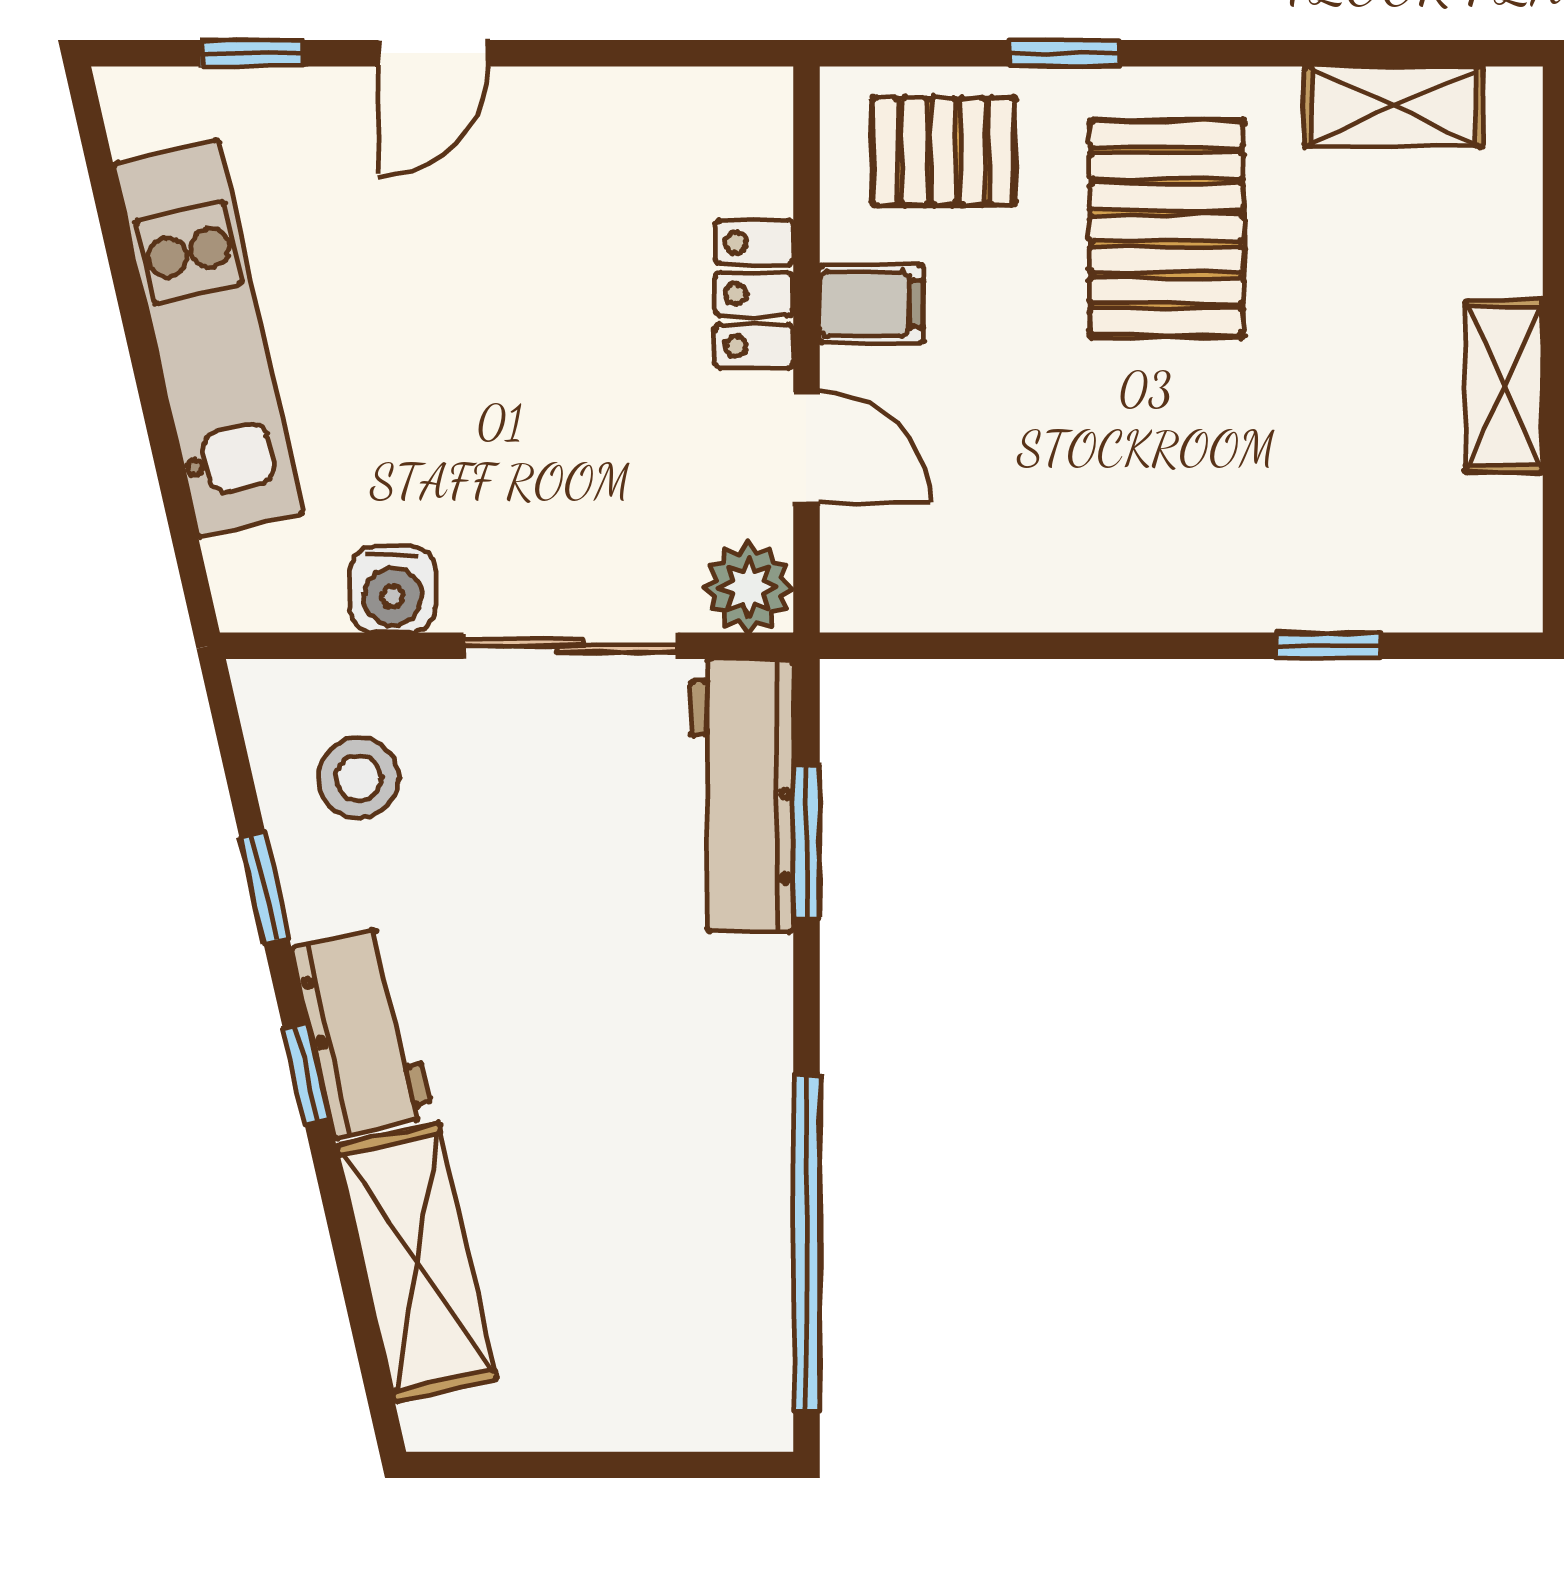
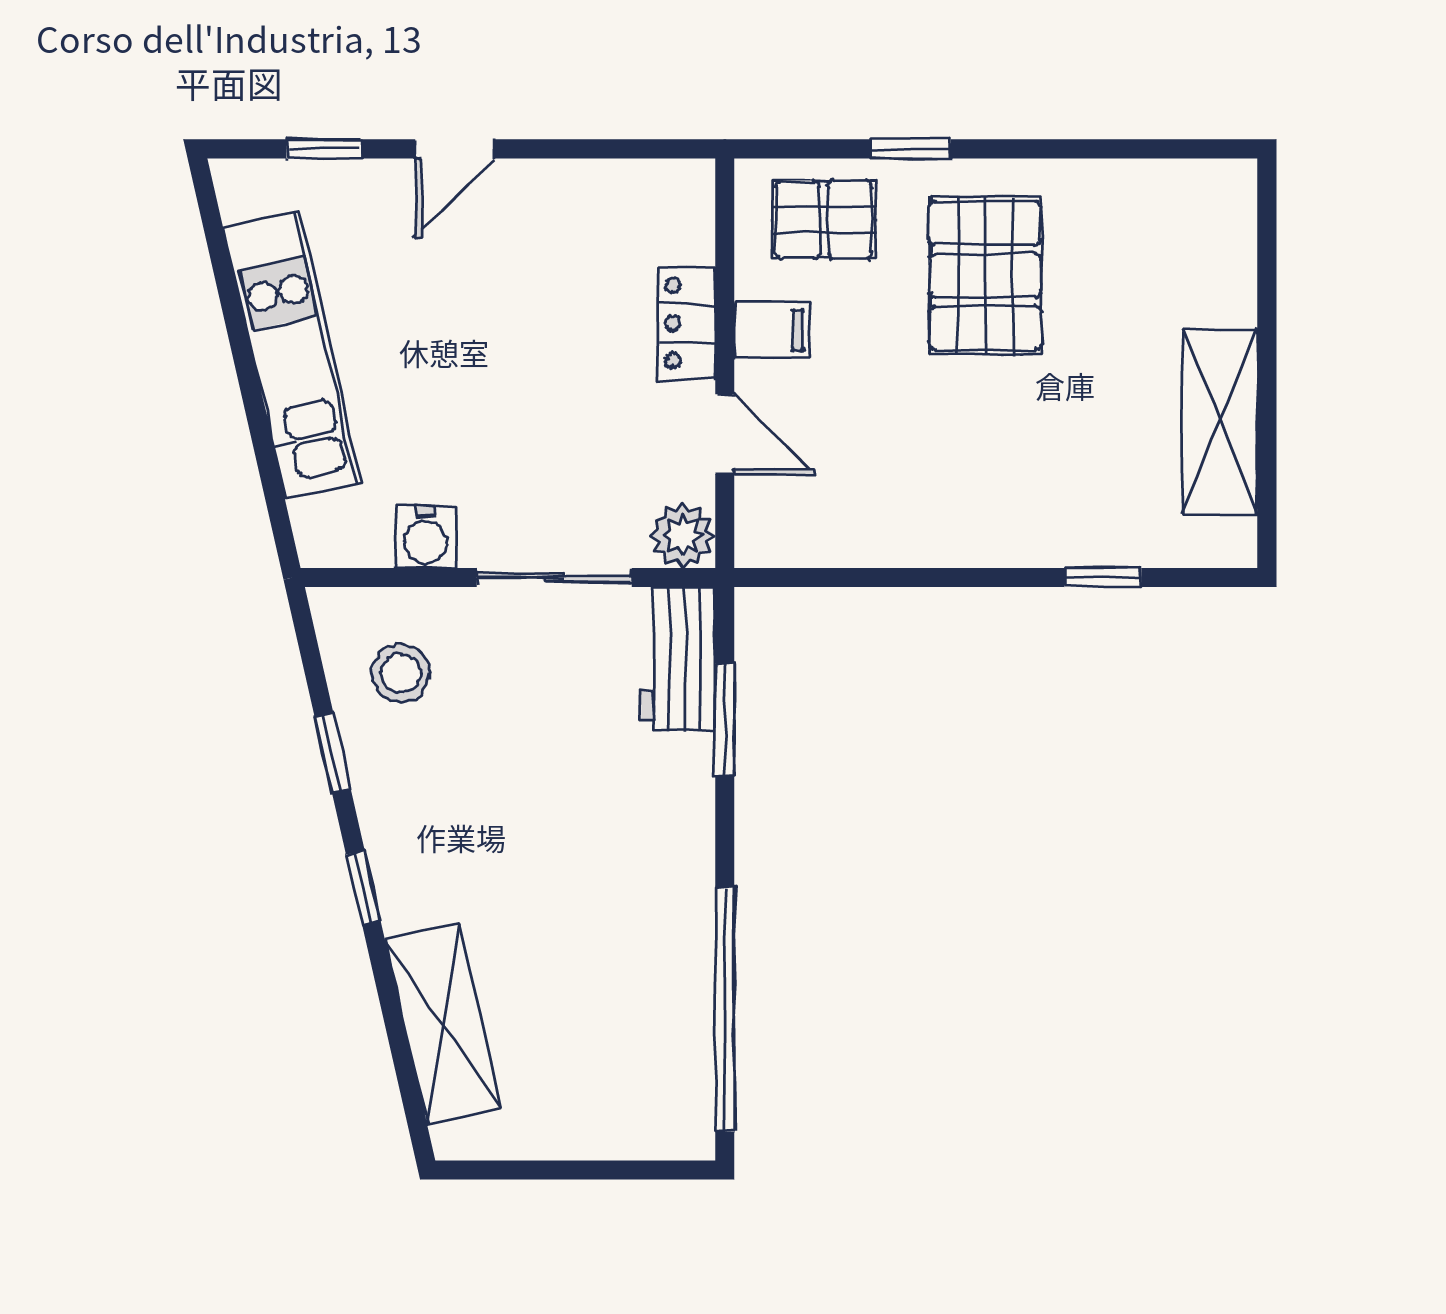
shelving: (1393, 106) -> (1149, 187), removed
shelving: (1504, 387) -> (1220, 421), width x1.50, depth x1.33
workbench: (742, 795) -> (678, 659), width x0.73
workbench: (363, 1032) -> (404, 857), removed

